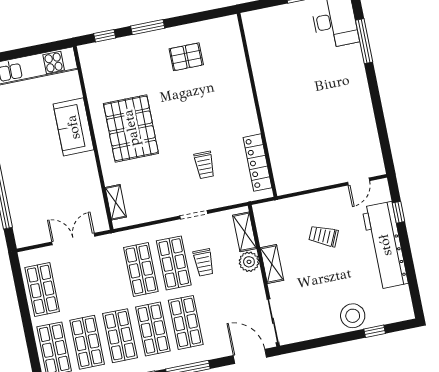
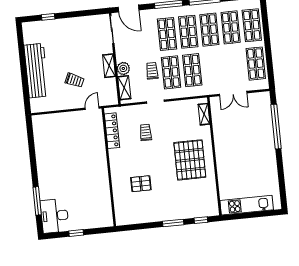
pallet: (186, 57) -> (141, 184), moved
sofa: (73, 127) -> (226, 164), removed
door: (359, 181) -> (92, 108), moved
window: (399, 212) -> (26, 91), removed
stool: (353, 316) -> (61, 28), removed

